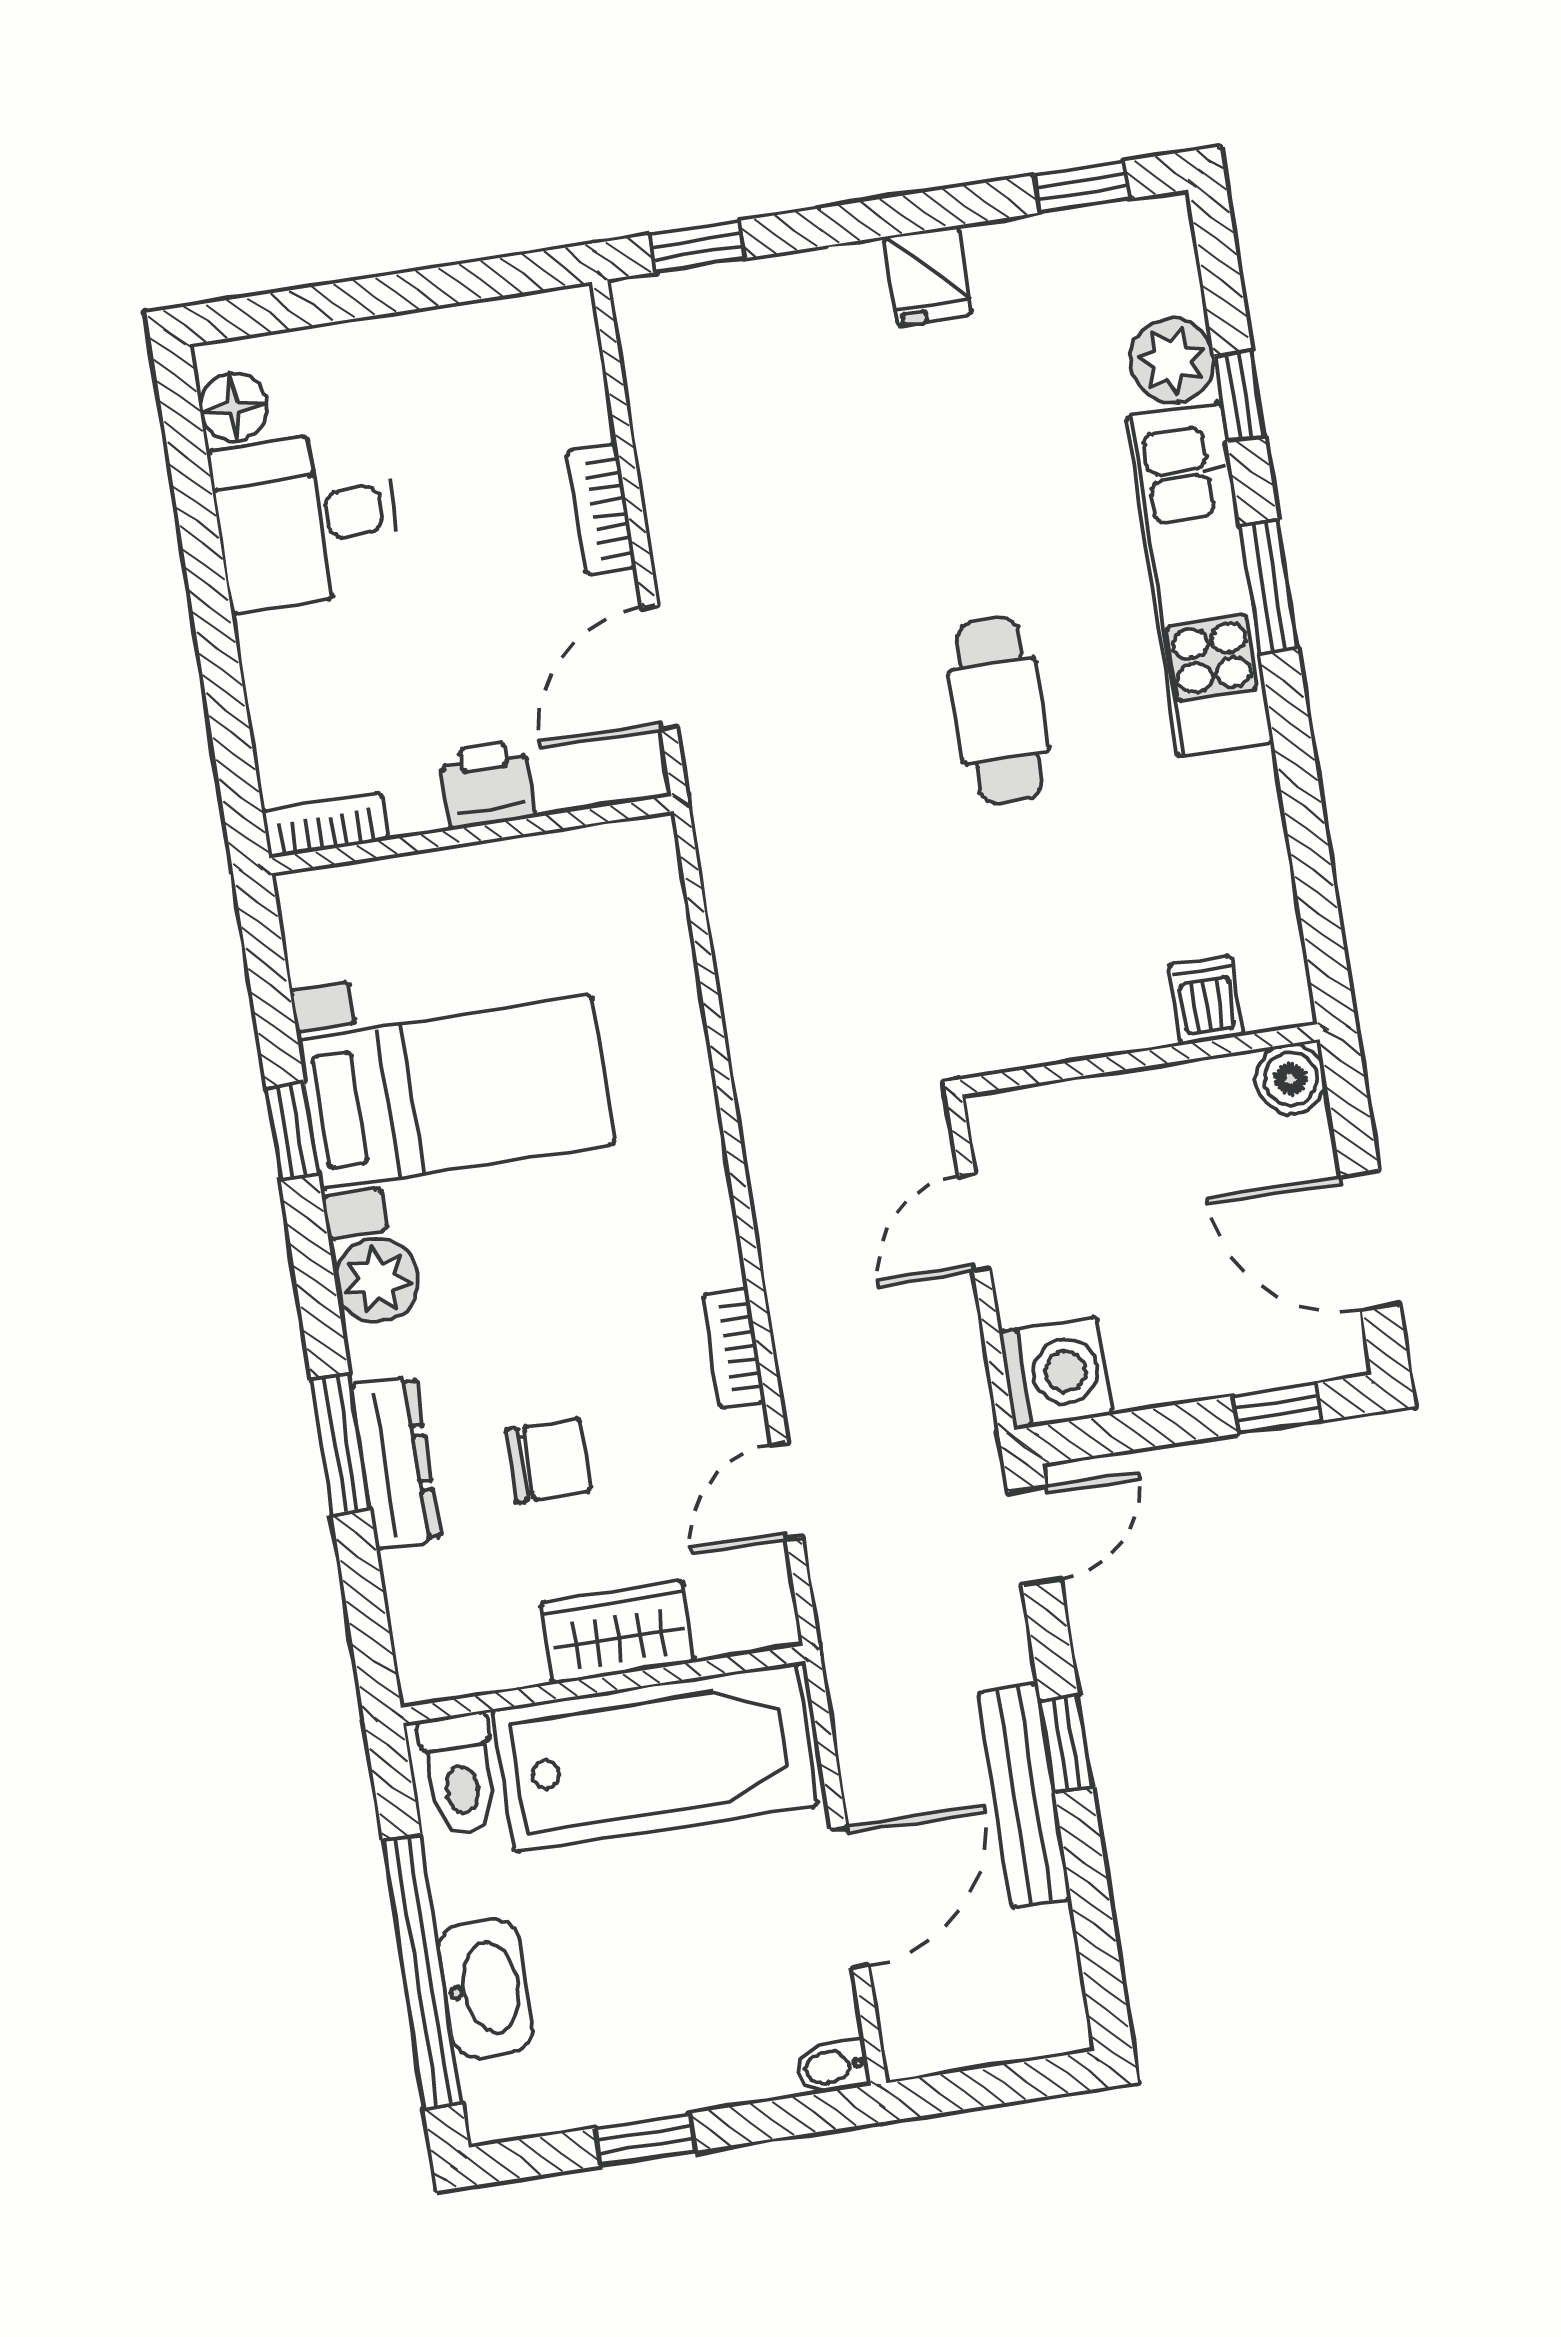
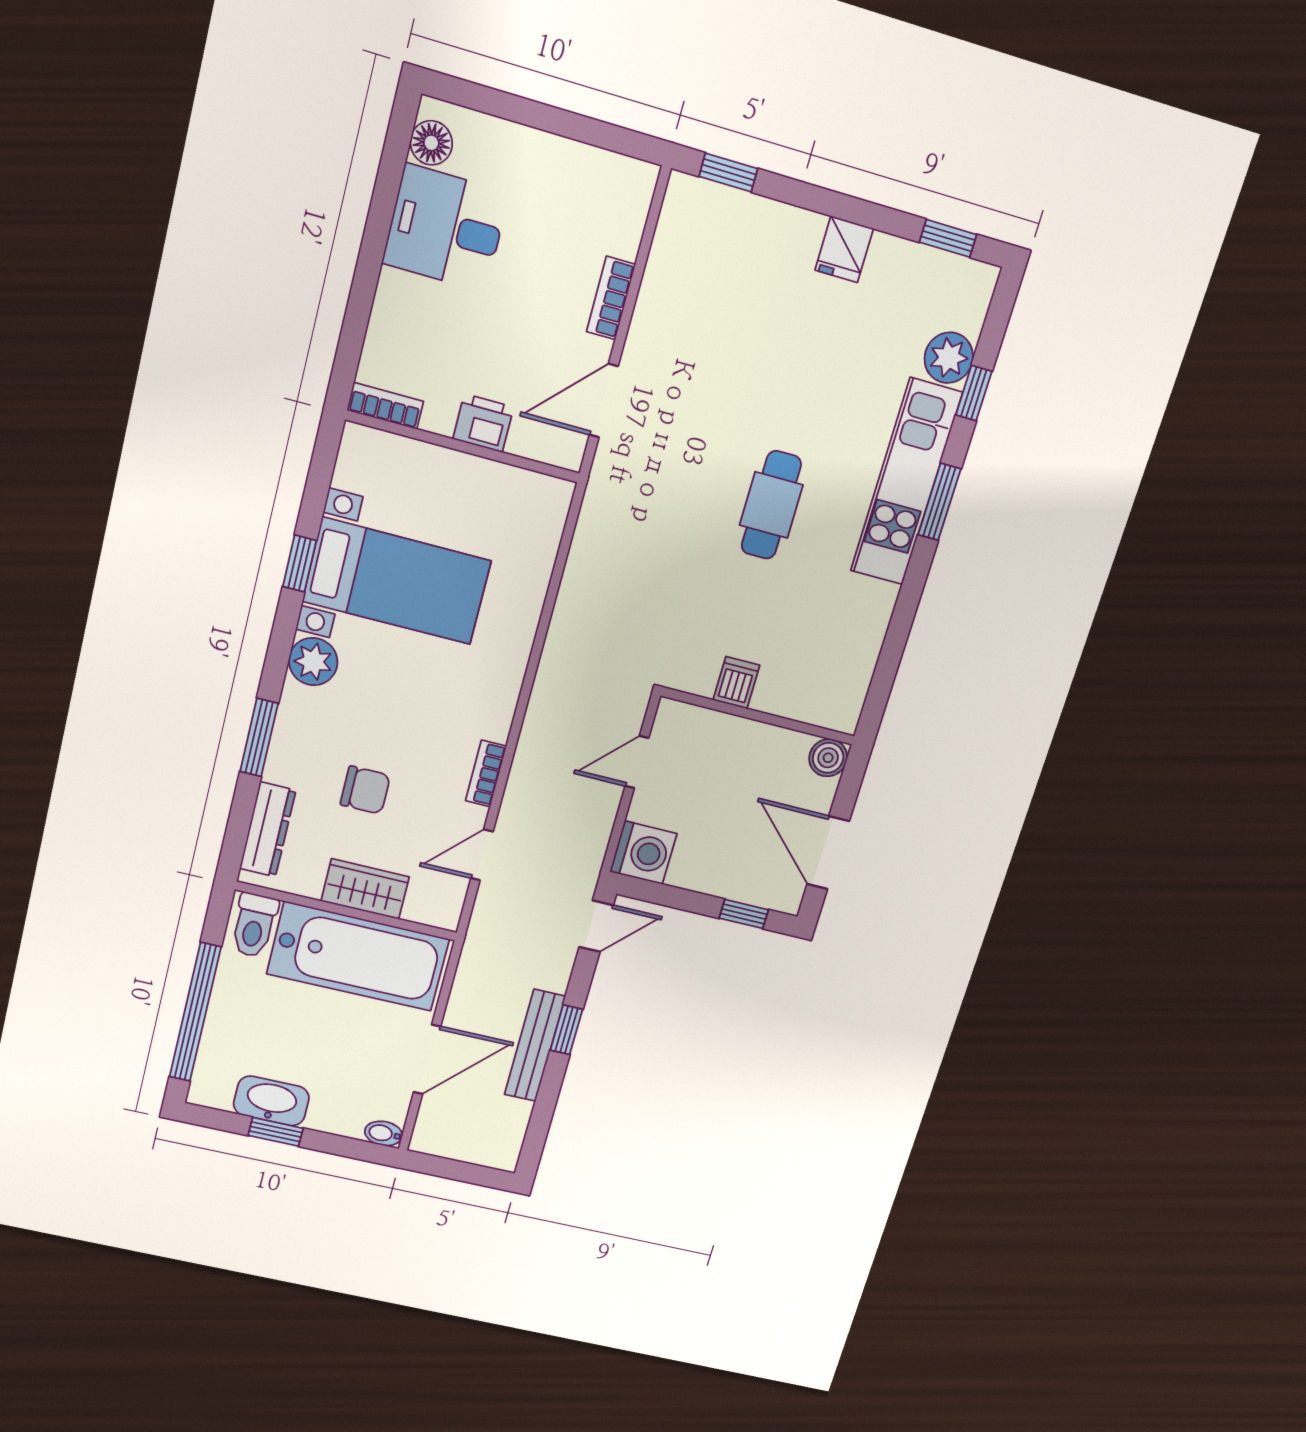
dishwasher: (1206, 1000) -> (736, 683), moved
dresser: (396, 1463) -> (268, 829), moved
washbasin: (485, 1988) -> (271, 1101), moved, turned -90

